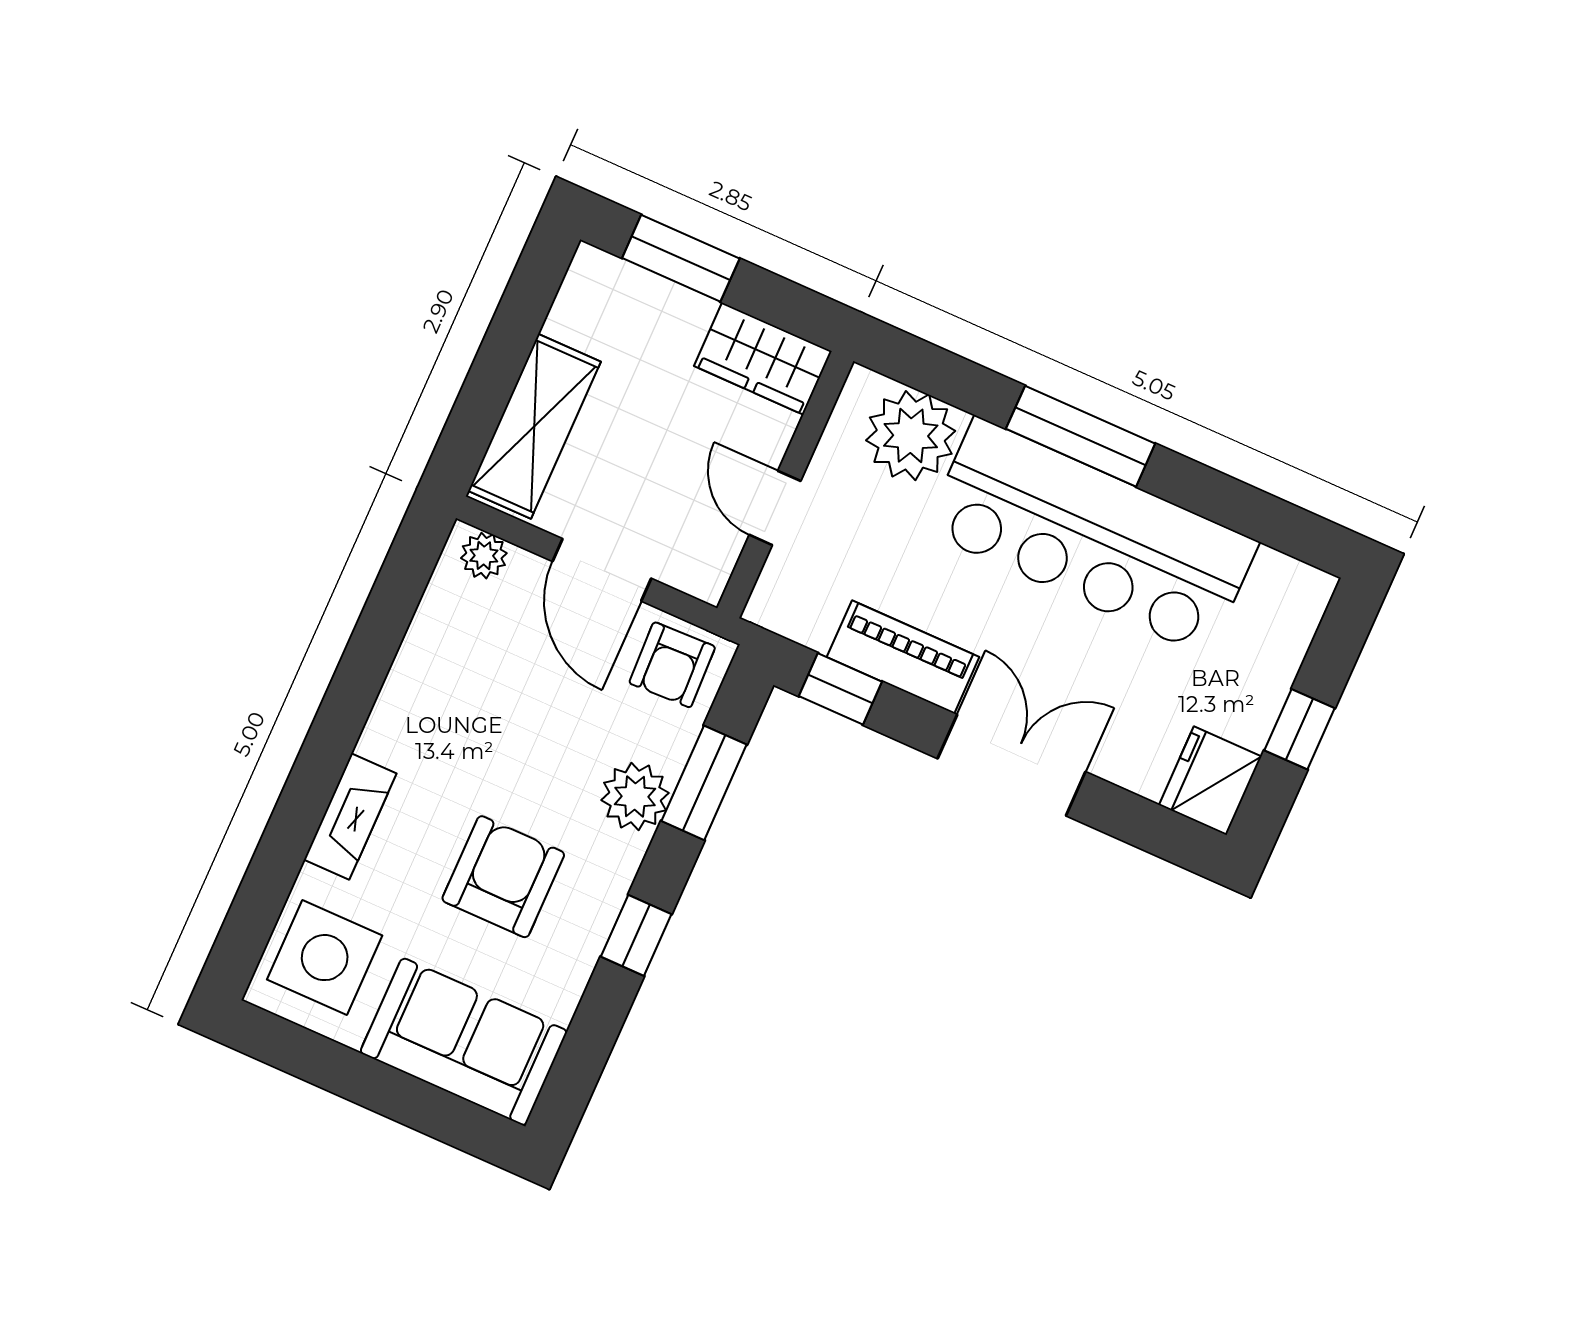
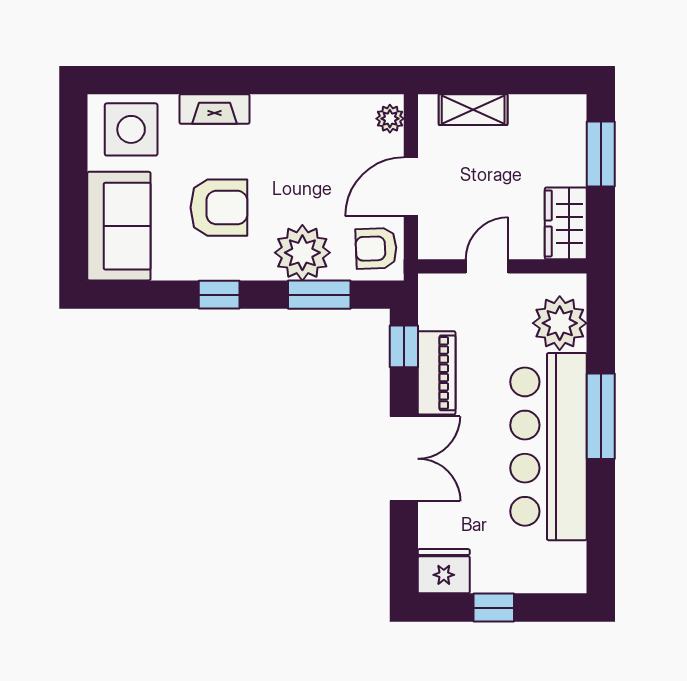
shelving: (534, 426) -> (473, 110), width x0.67, depth x0.75
plant: (635, 797) -> (302, 253), width x1.36, depth x1.36

